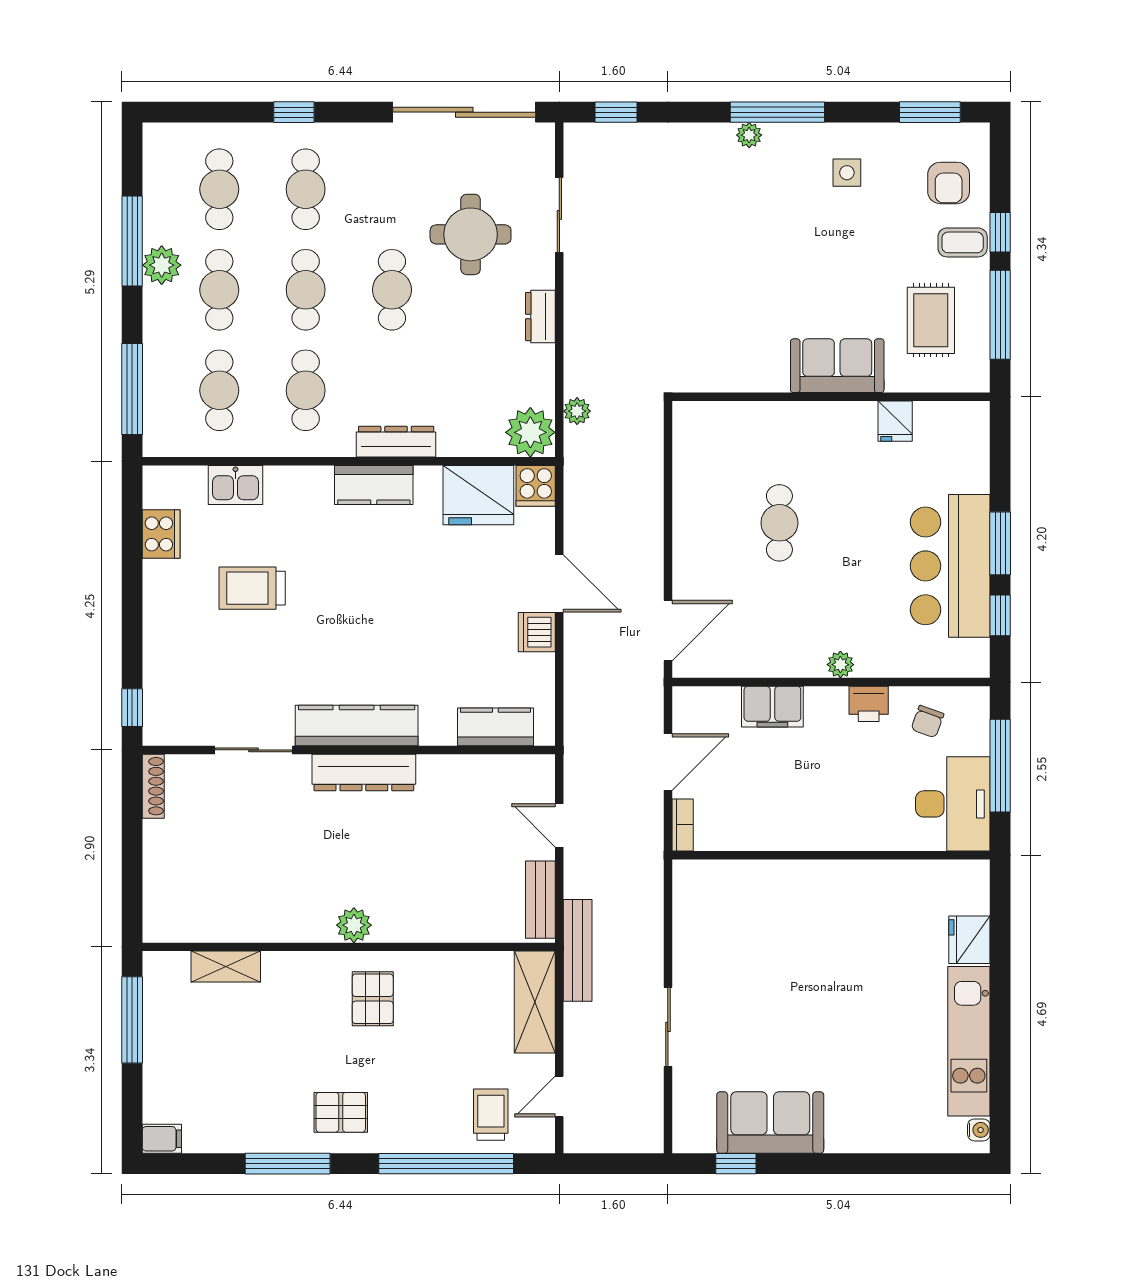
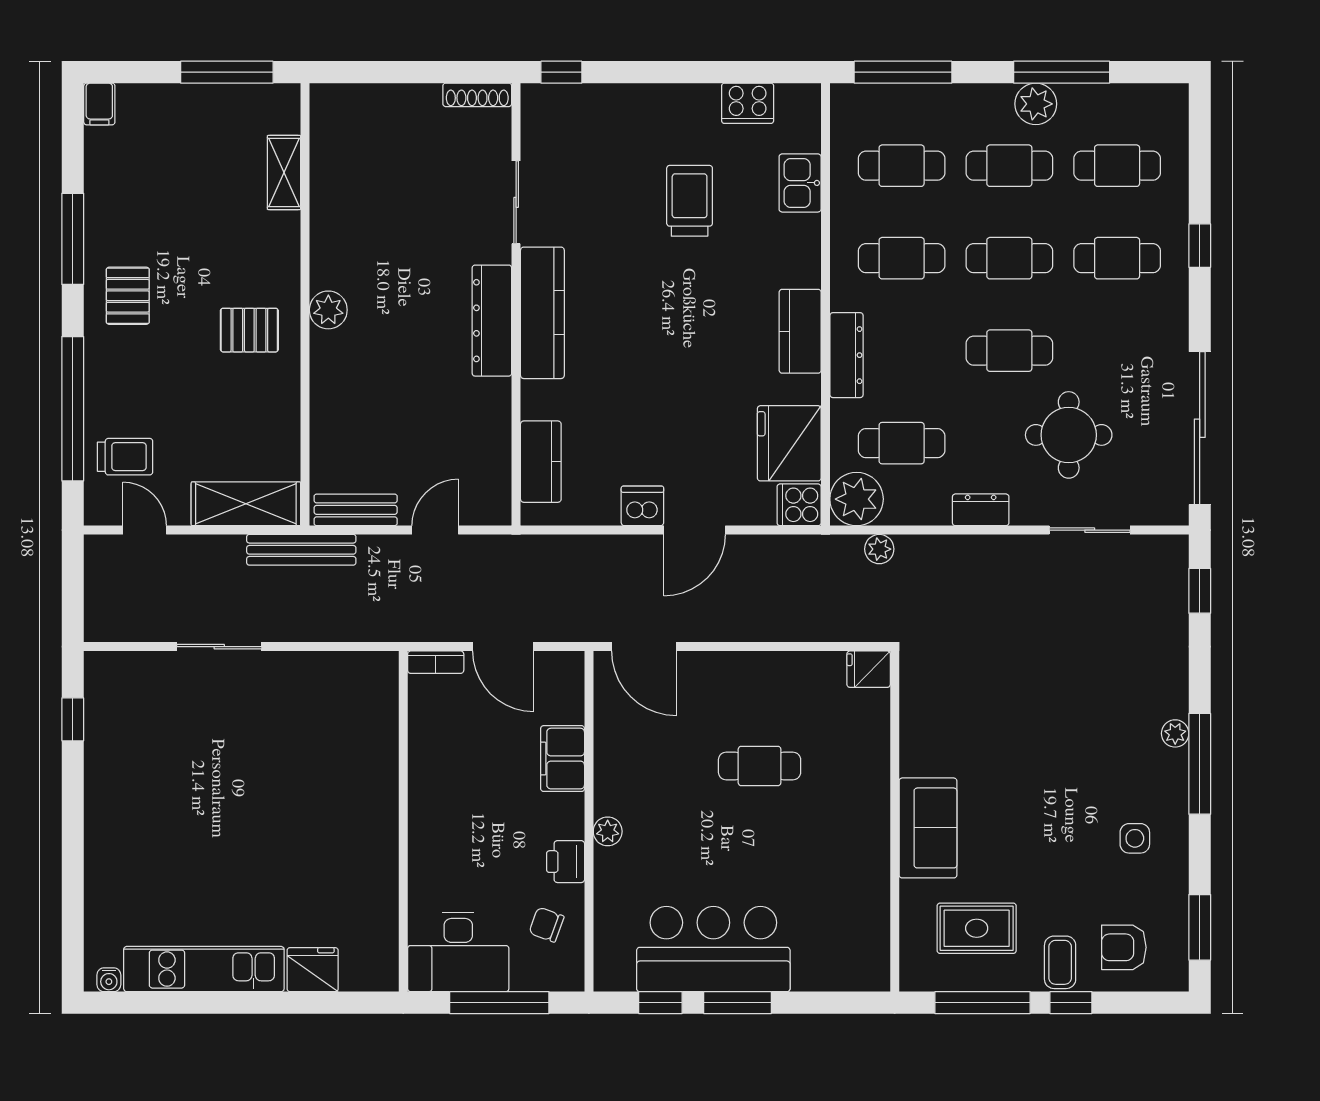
cafe table: (478, 390) -> (902, 443), added
fridge: (895, 421) -> (869, 669), moved
sofa: (770, 1123) -> (117, 756), removed

